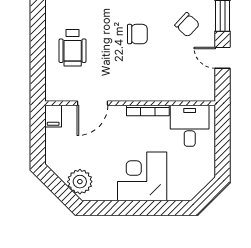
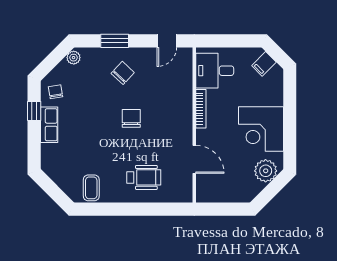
door: (222, 58) -> (167, 41), moved
filing cabinet: (53, 116) -> (264, 64), moved, turned 135
corner desk: (142, 176) -> (261, 129), moved

